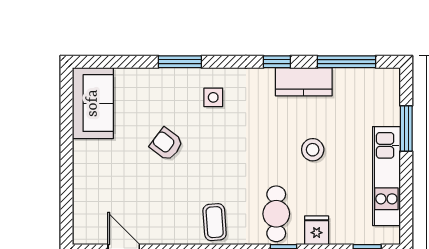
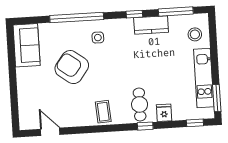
window: (180, 62) -> (77, 18), width x2.11
window: (406, 128) -> (217, 98), moved
armchair: (166, 144) -> (72, 67), width x1.88, depth x1.88
stool: (313, 150) -> (195, 34), moved

